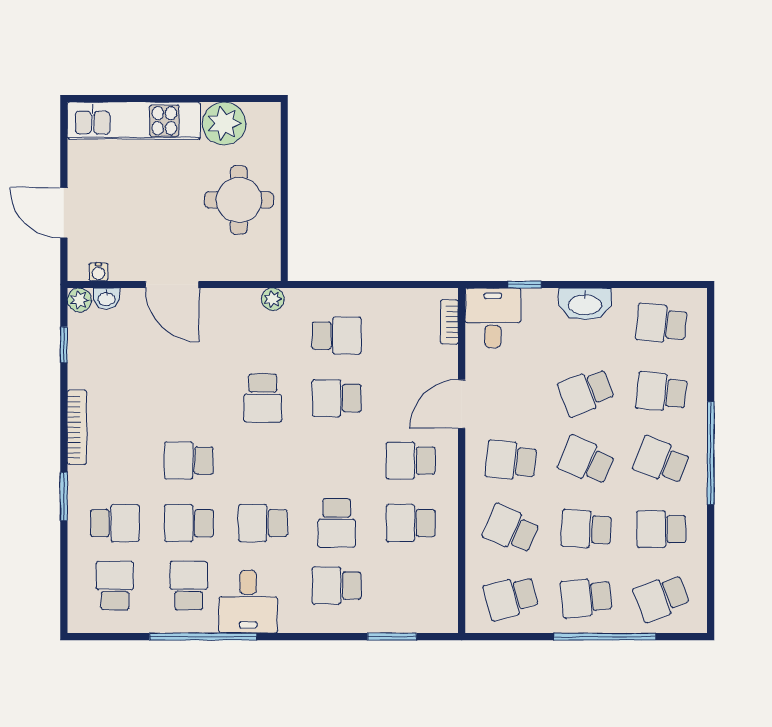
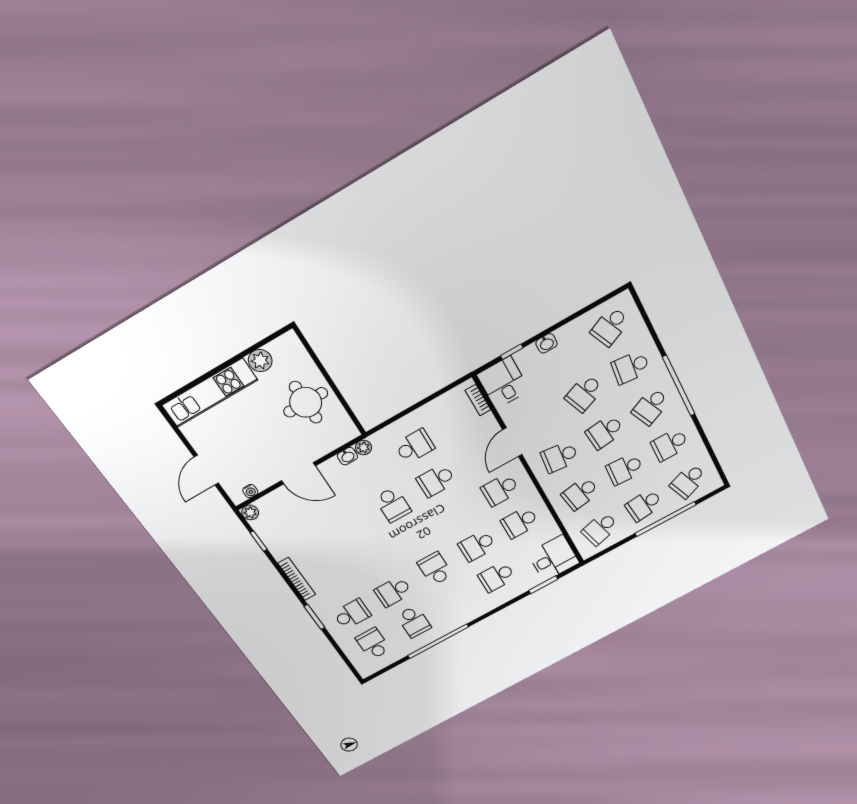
plant: (224, 123) -> (260, 361), width x0.73, depth x0.73
door: (64, 213) -> (206, 470), hinge flipped
washbasin: (107, 299) -> (347, 456), moved
washbasin: (585, 304) -> (546, 343), width x0.52, depth x0.69
school desk: (661, 324) -> (610, 327), turned -30
school desk: (189, 461) -> (372, 561), removed
school desk: (586, 461) -> (605, 432), turned -30
school desk: (661, 461) -> (650, 407), turned -45
school desk: (263, 523) -> (435, 569), turned 90
school desk: (337, 523) -> (477, 546), turned 90
school desk: (511, 529) -> (580, 493), turned -33
school desk: (189, 586) -> (414, 622), turned 180
desk: (248, 602) -> (553, 558), moved, turned -90

